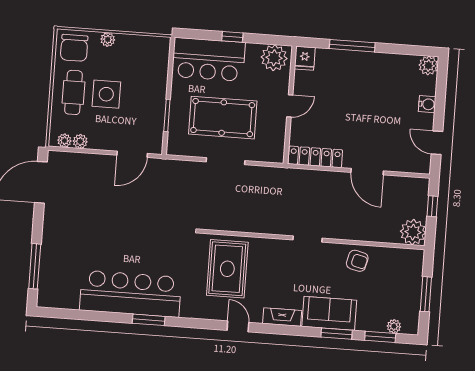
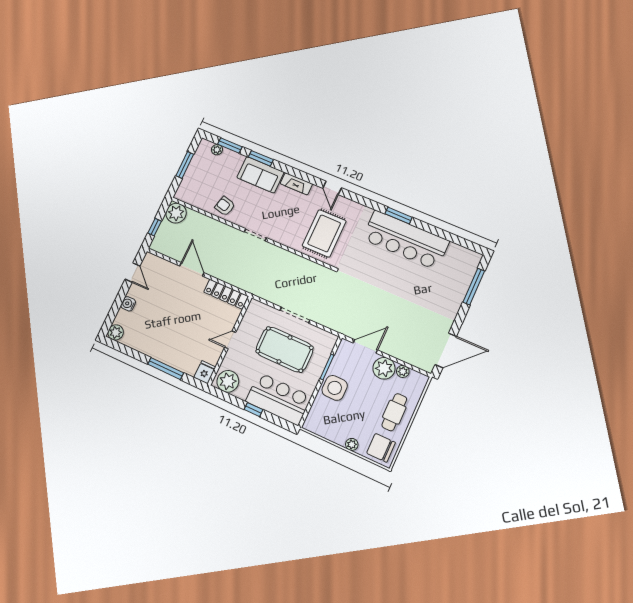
chair: (74, 48) -> (381, 448), turned -90
side table: (106, 94) -> (335, 388), moved
plant: (64, 141) -> (384, 368), moved, width x1.87, depth x1.87

